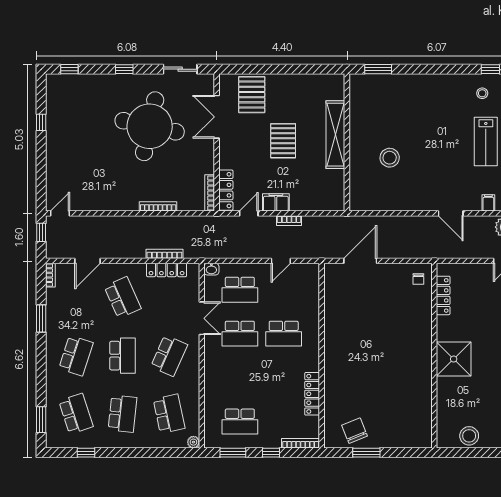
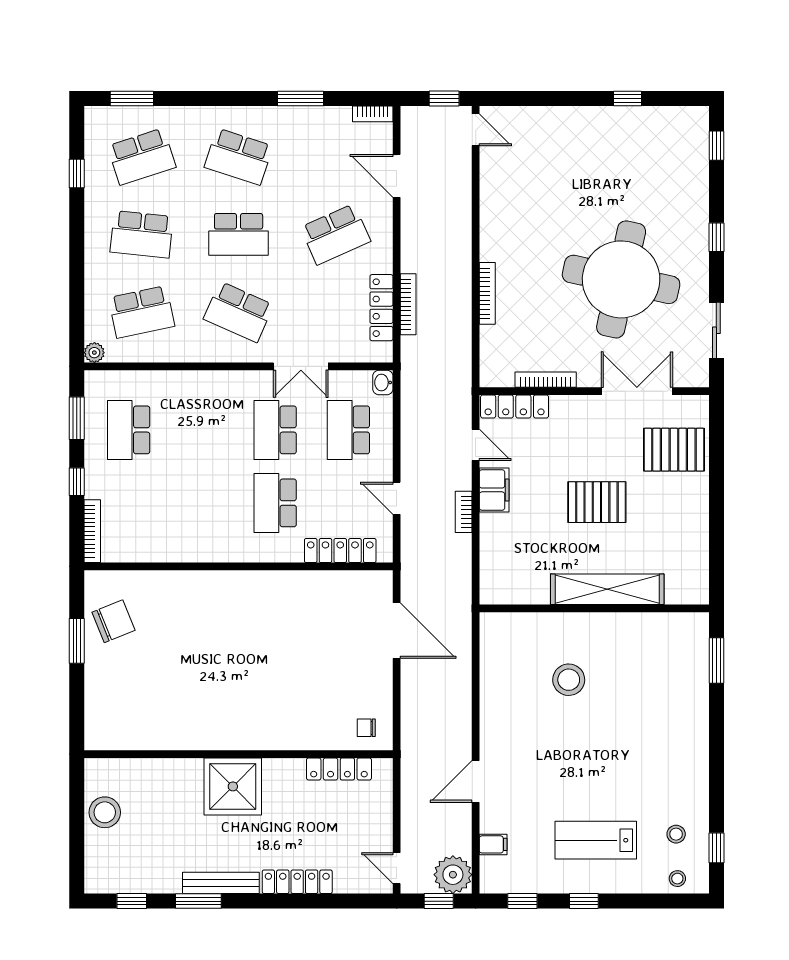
bookcase: (210, 193) -> (546, 380), moved
locker: (312, 394) -> (340, 551), moved

